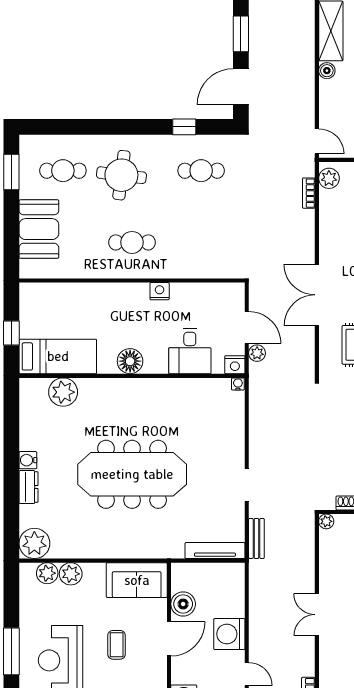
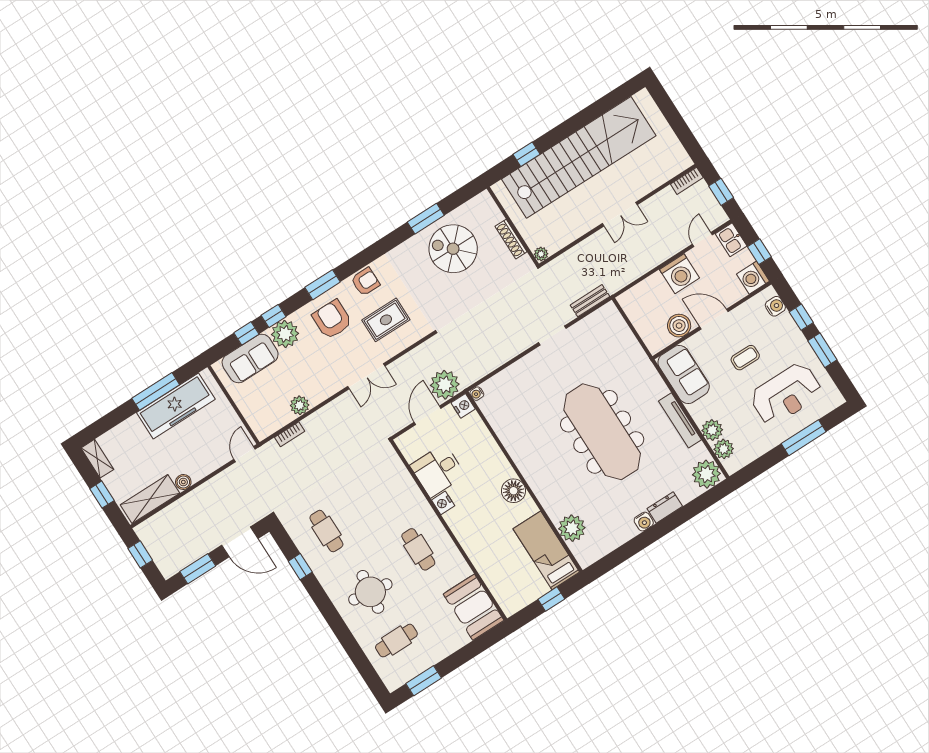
cafe table: (63, 171) -> (396, 641), turned 90
plant: (329, 178) -> (300, 405), moved
booth: (39, 229) -> (474, 607), moved, turned 90
double door: (317, 295) -> (366, 376), width x0.73
desk: (190, 351) -> (438, 470), moved, turned 180
plant: (257, 353) -> (445, 385), width x1.87, depth x1.87
tv unit: (215, 551) -> (680, 420), moved

